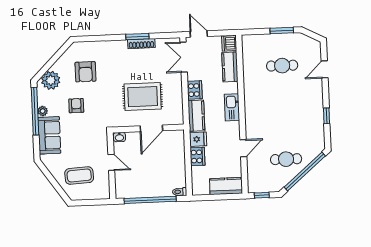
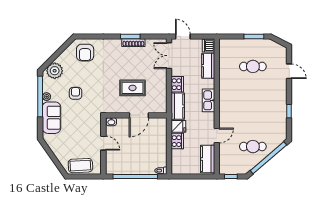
door: (325, 69) -> (289, 71), swing flipped
armchair: (85, 72) -> (85, 53), moved
rug: (143, 97) -> (133, 88), width x0.73, depth x0.70
coffee table: (79, 176) -> (80, 166), moved
kitchen counter: (226, 186) -> (208, 159), moved, turned -90

